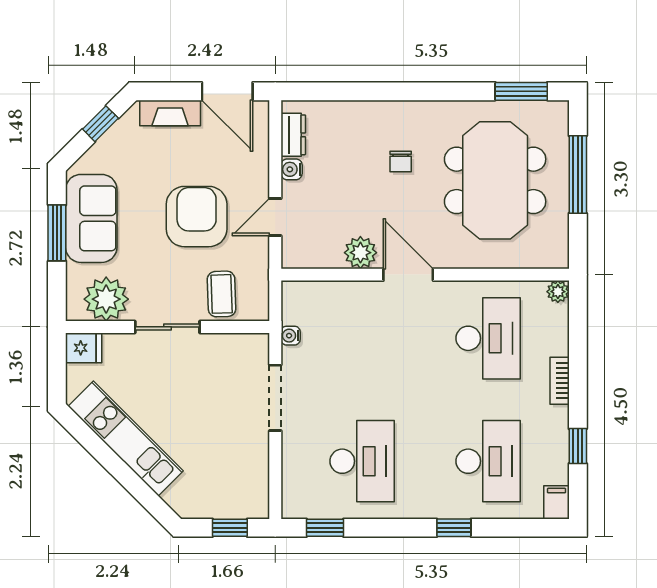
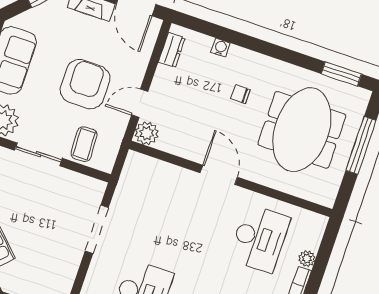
chair: (401, 161) -> (240, 94), turned 90
water cooler: (292, 169) -> (221, 48), moved, turned 90
plant: (360, 253) -> (147, 133), moved
plant: (558, 292) -> (307, 259), moved
water cooler: (291, 336) -> (122, 190), removed

